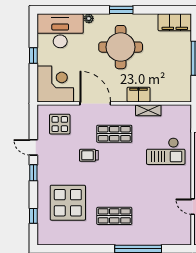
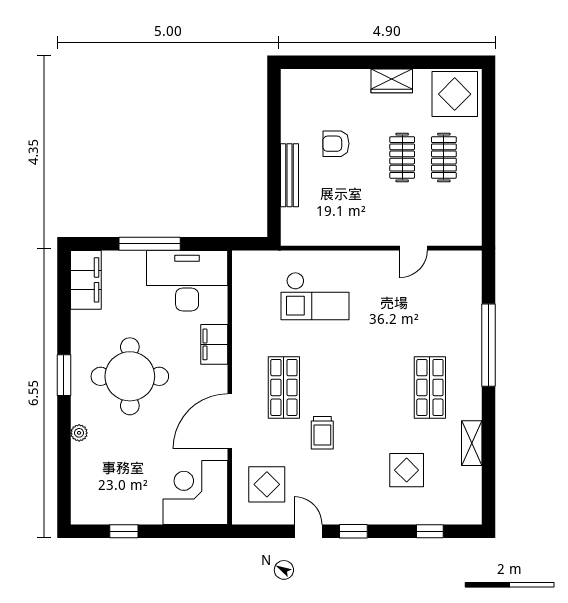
desk: (60, 31) -> (187, 281), moved, turned 90
window: (33, 56) -> (124, 531), moved
shelving: (148, 110) -> (472, 443), moved
door: (33, 147) -> (308, 531), swing flipped
checkout: (166, 151) -> (315, 296), turned 90
display table: (68, 203) -> (407, 470), width x0.54, depth x0.54

